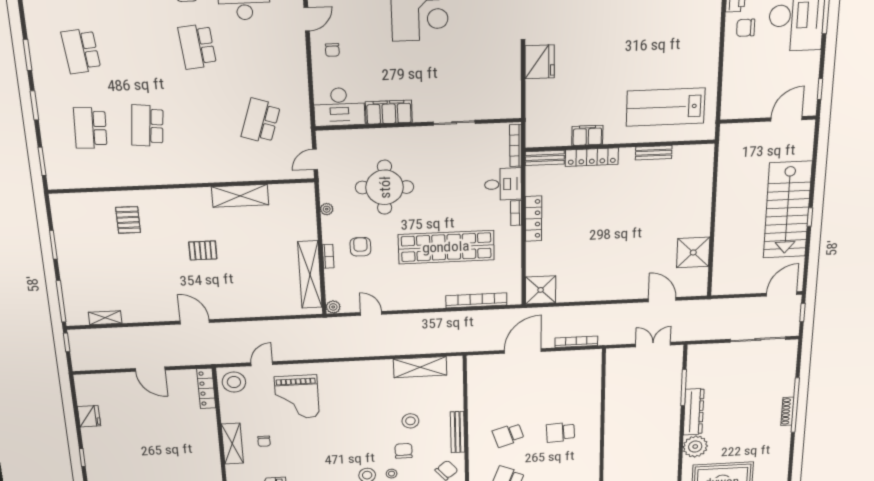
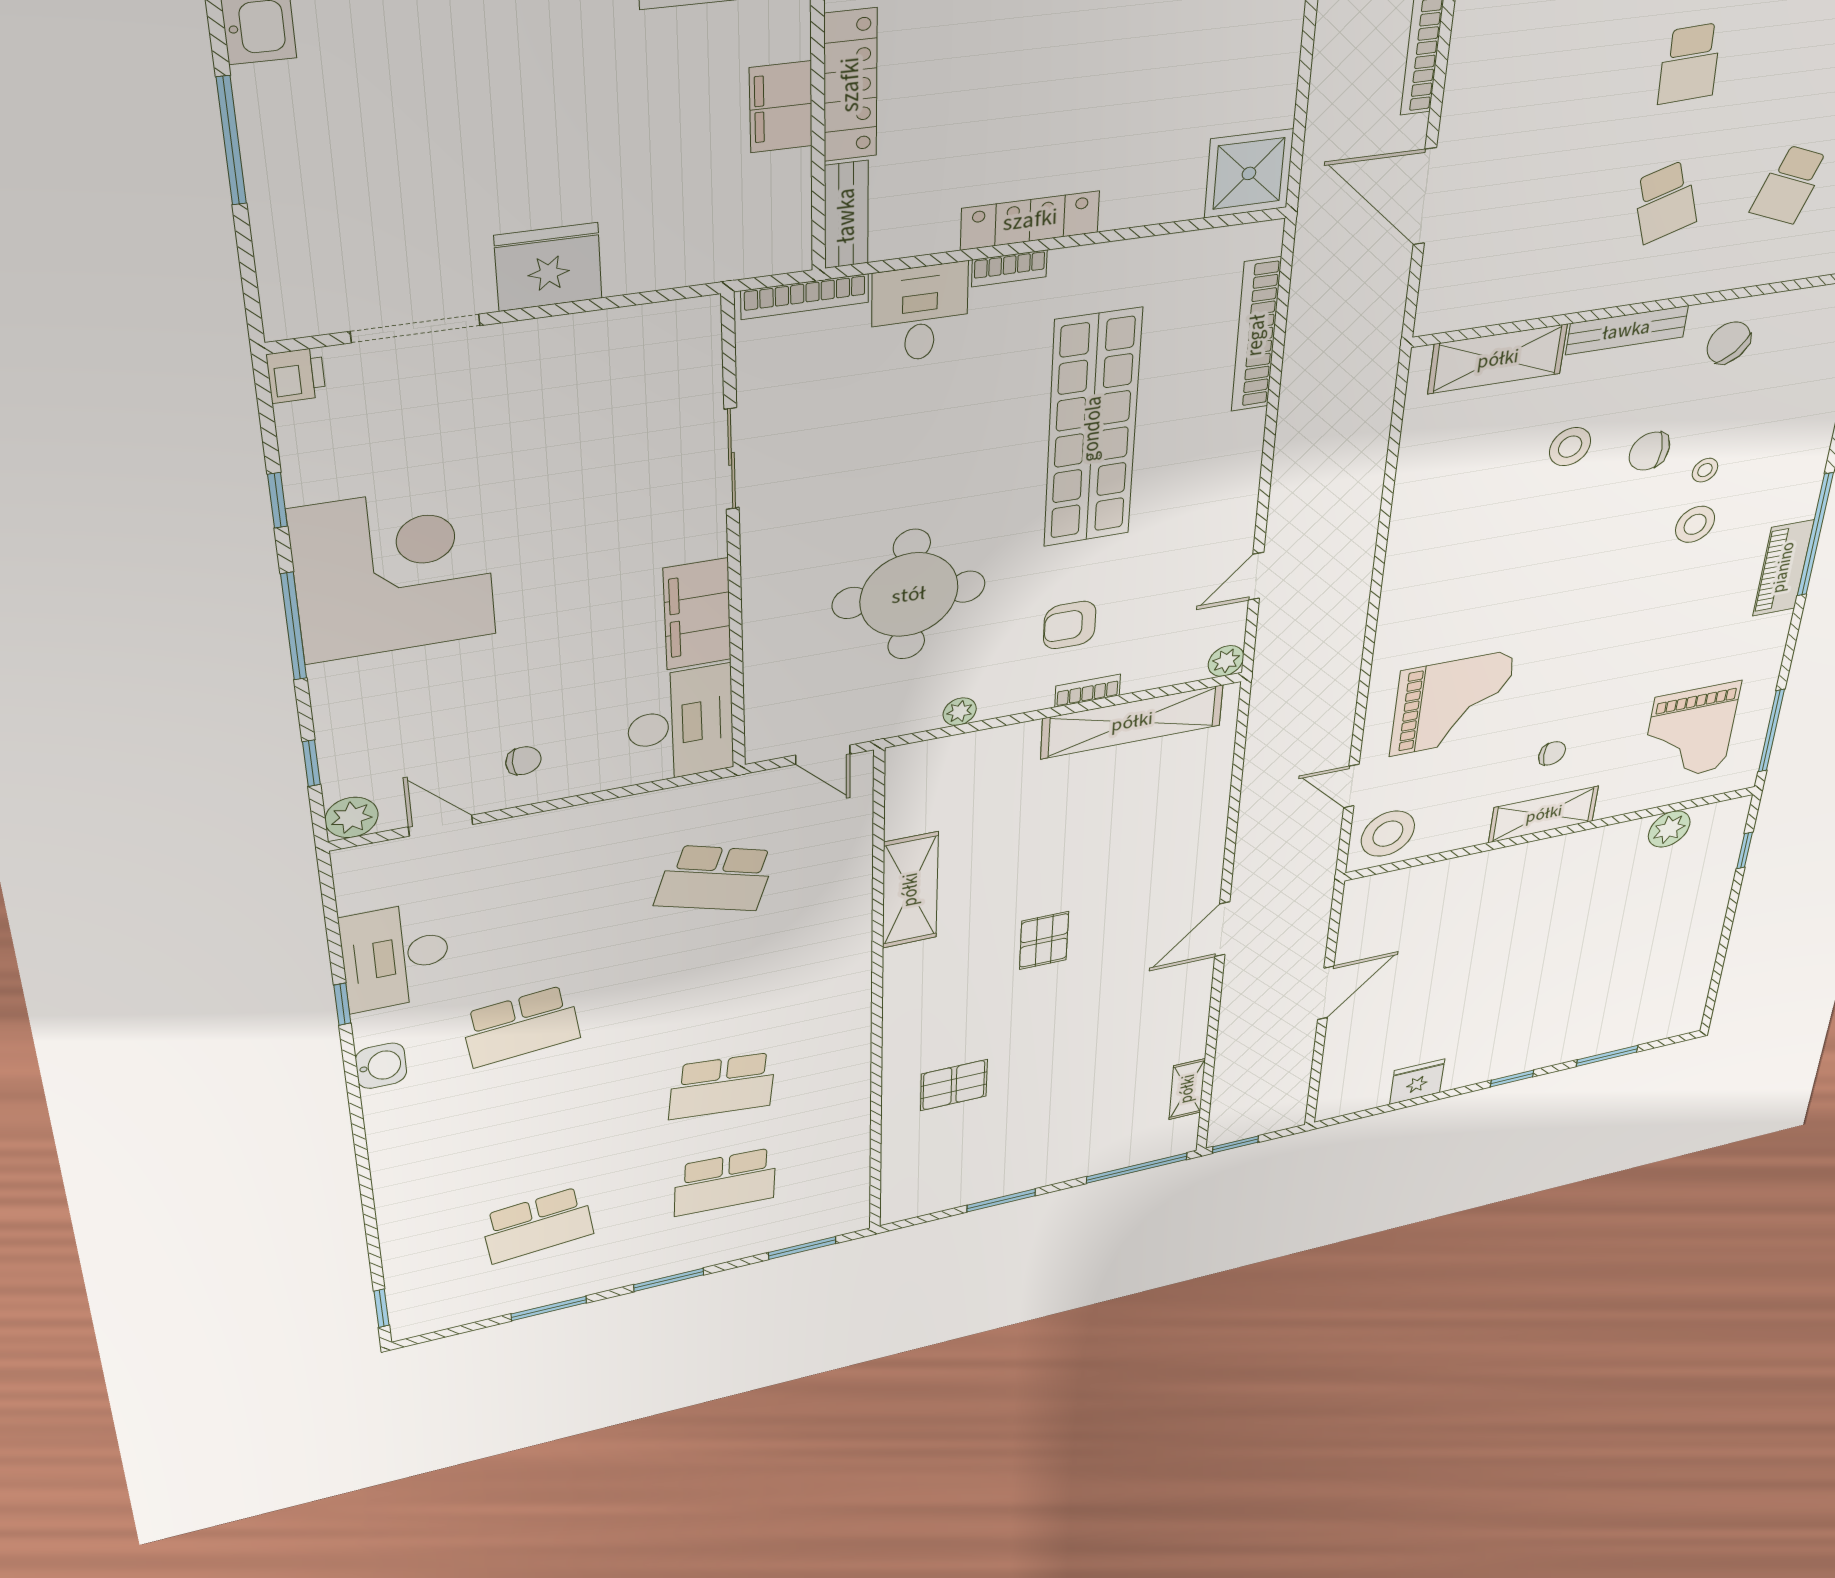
shelving: (420, 367) -> (1498, 359), moved, turned 90
locker: (206, 388) -> (1394, 884), removed

